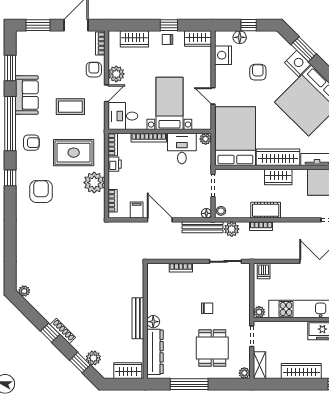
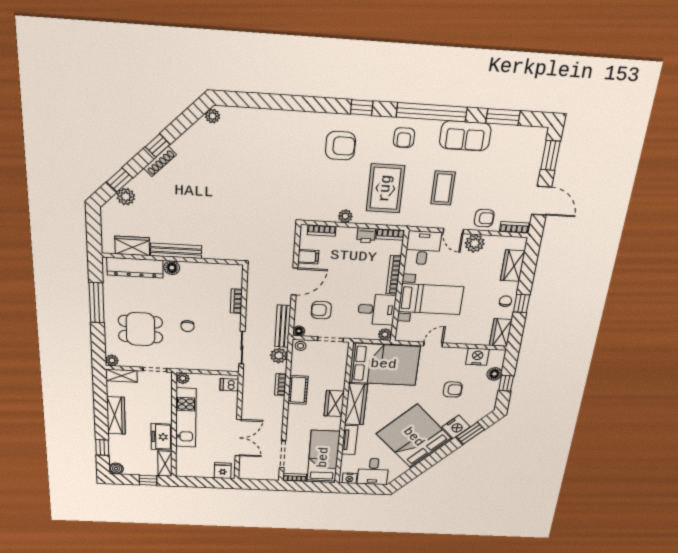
plant: (94, 183) -> (345, 216), width x0.53, depth x0.53
armchair: (185, 196) -> (321, 310), added
wardrobe: (128, 371) -> (132, 246), moved, turned -90

